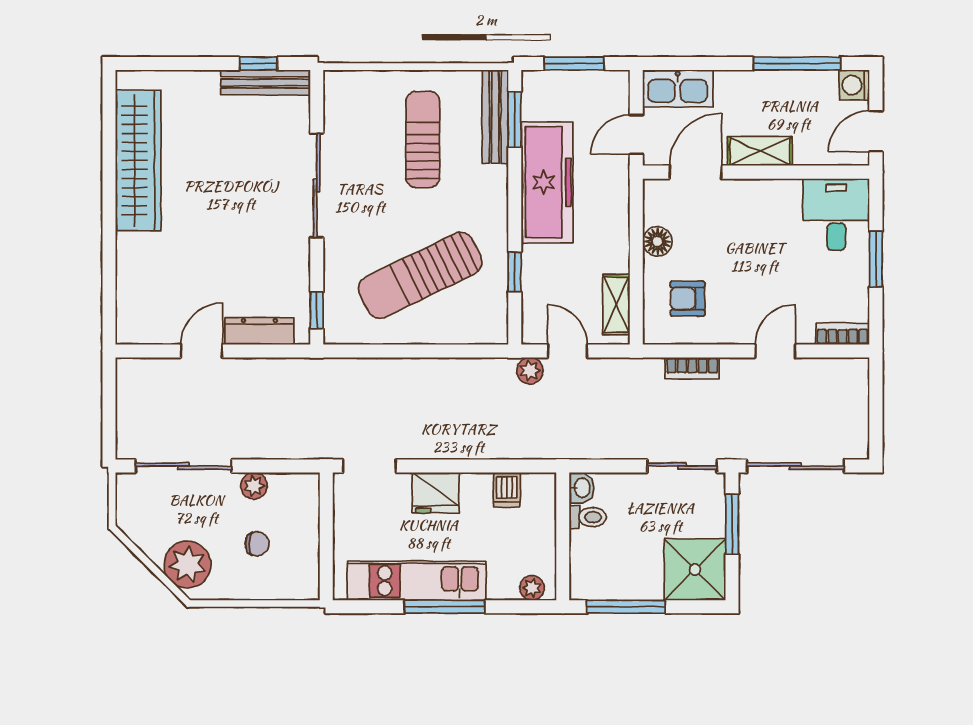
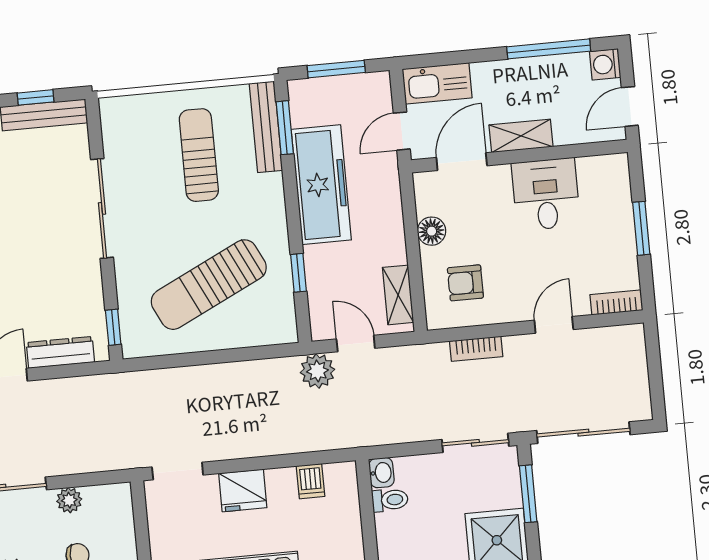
desk: (836, 214) -> (546, 194), moved
plant: (530, 371) -> (317, 371), width x1.38, depth x1.38

